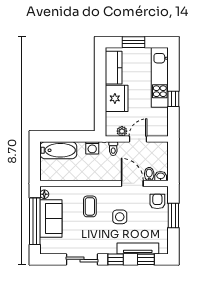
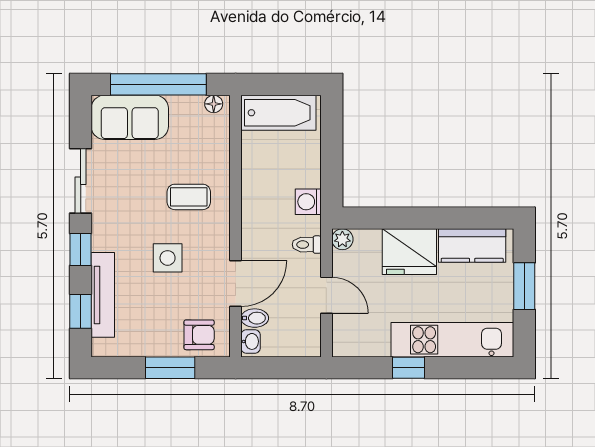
plant: (122, 131) -> (342, 239), moved
bathtub: (58, 150) -> (278, 113), moved, turned -90
sofa: (51, 218) -> (130, 117), moved

